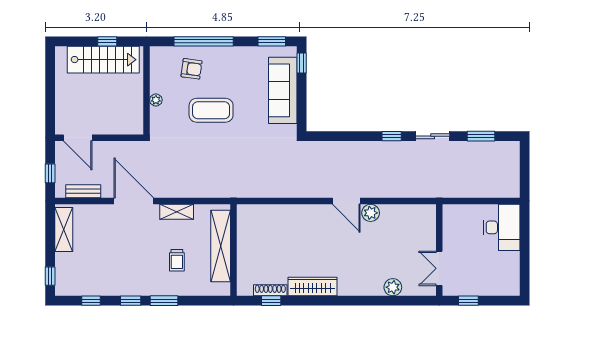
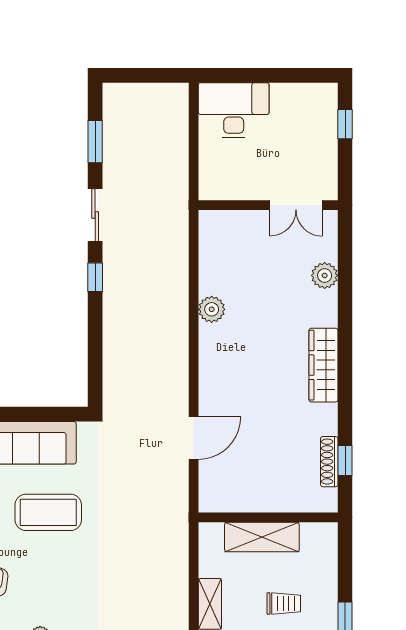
coffee table: (211, 110) -> (48, 512), moved, turned 90
door: (346, 201) -> (194, 438), moved
shelving: (221, 246) -> (262, 537), width x0.68
wardrobe: (313, 286) -> (323, 365), moved
window: (468, 301) -> (345, 124), moved

